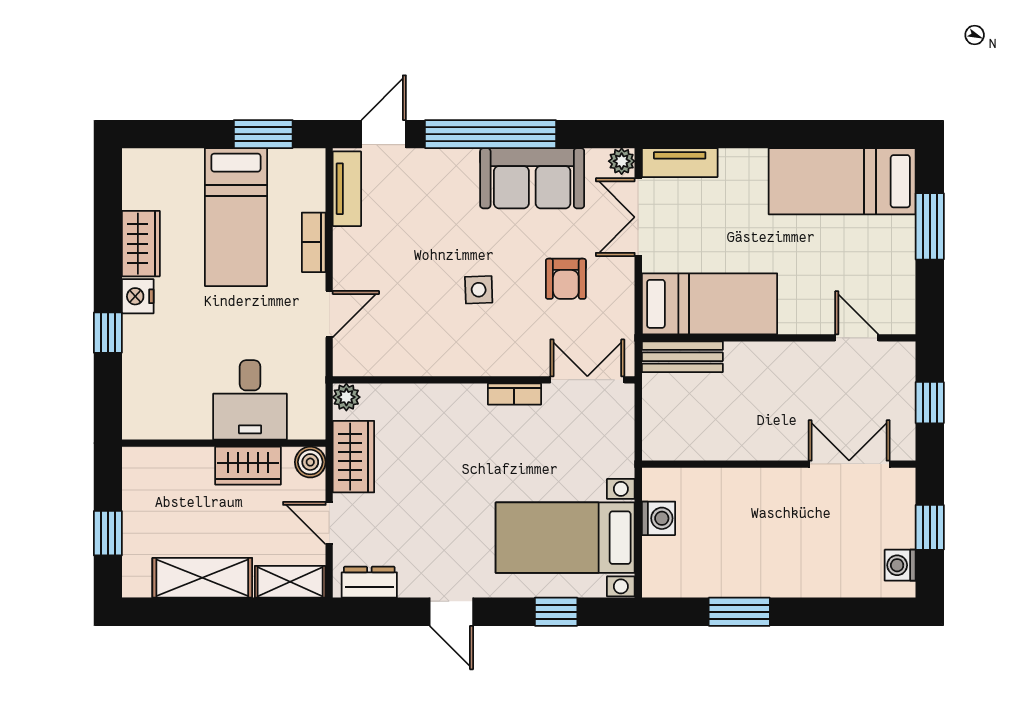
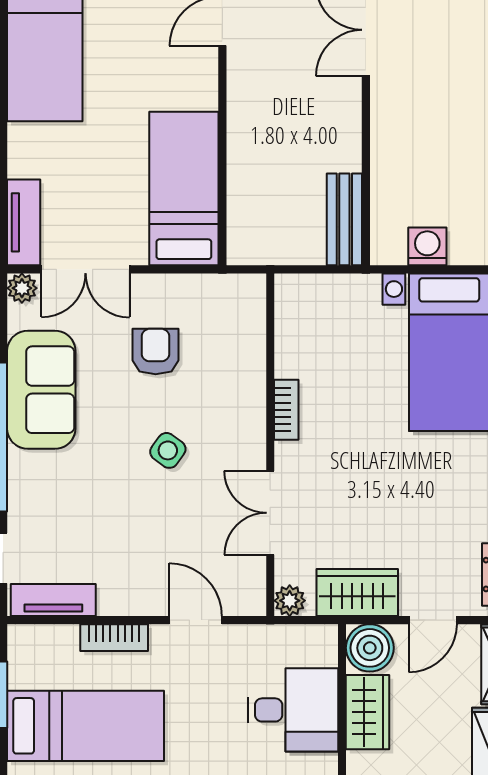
armchair: (566, 279) -> (156, 351), turned -90
side table: (479, 290) -> (168, 450), turned 38
bench: (682, 357) -> (344, 219), moved
double door: (587, 380) -> (270, 513), moved
boiler: (310, 462) -> (370, 648), width x1.36, depth x1.36

